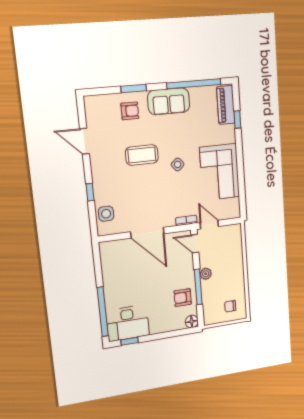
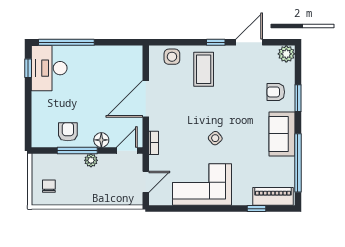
plant: (92, 104) -> (286, 54), added
armchair: (130, 111) -> (276, 92), turned 90
coffee table: (142, 155) -> (204, 69), moved
window: (90, 192) -> (216, 42), moved
door: (209, 225) -> (146, 182), moved
floor lamp: (192, 321) -> (101, 140), moved

